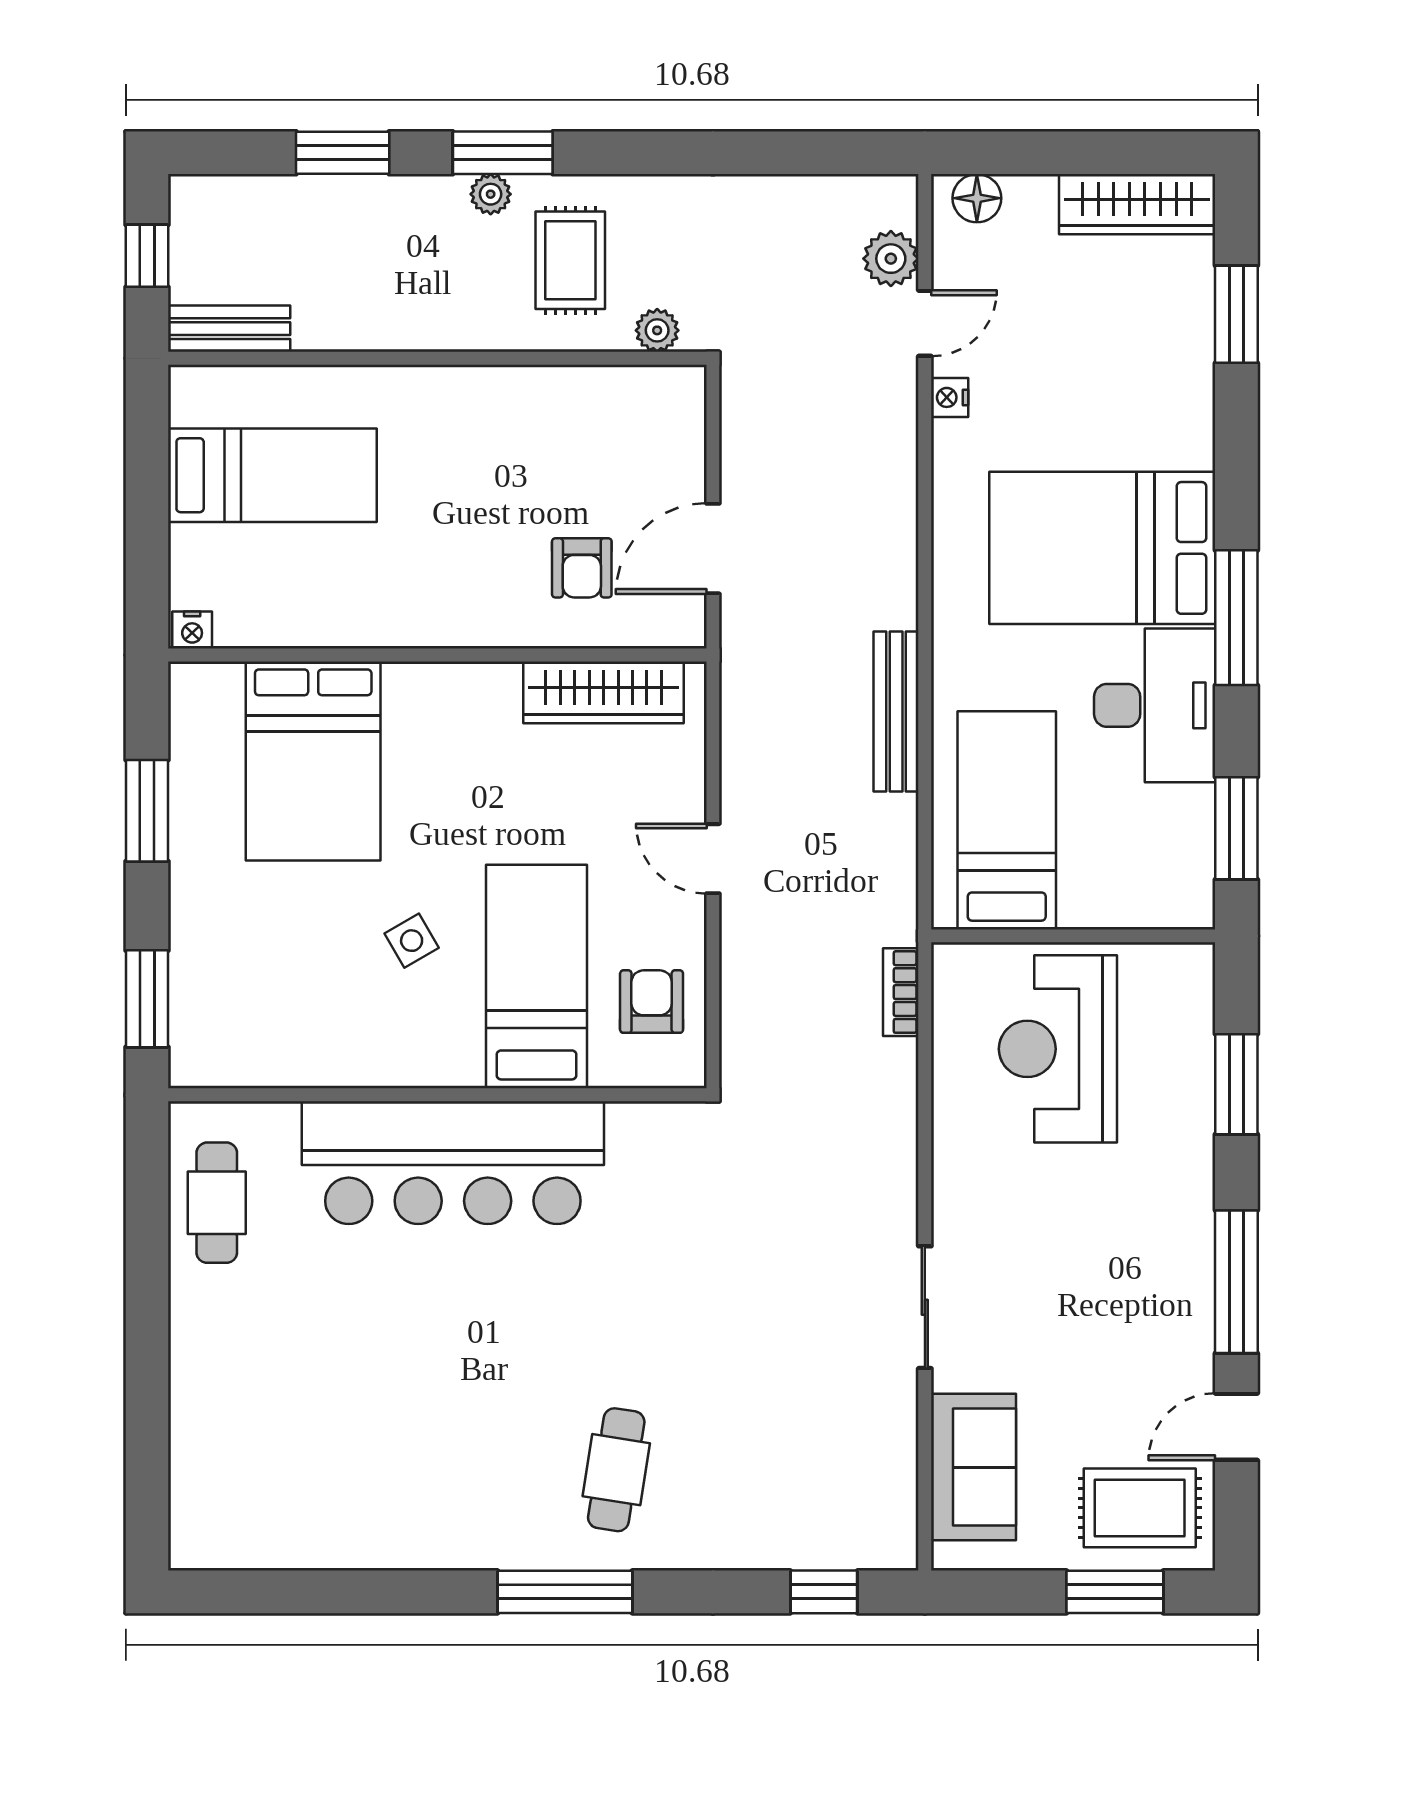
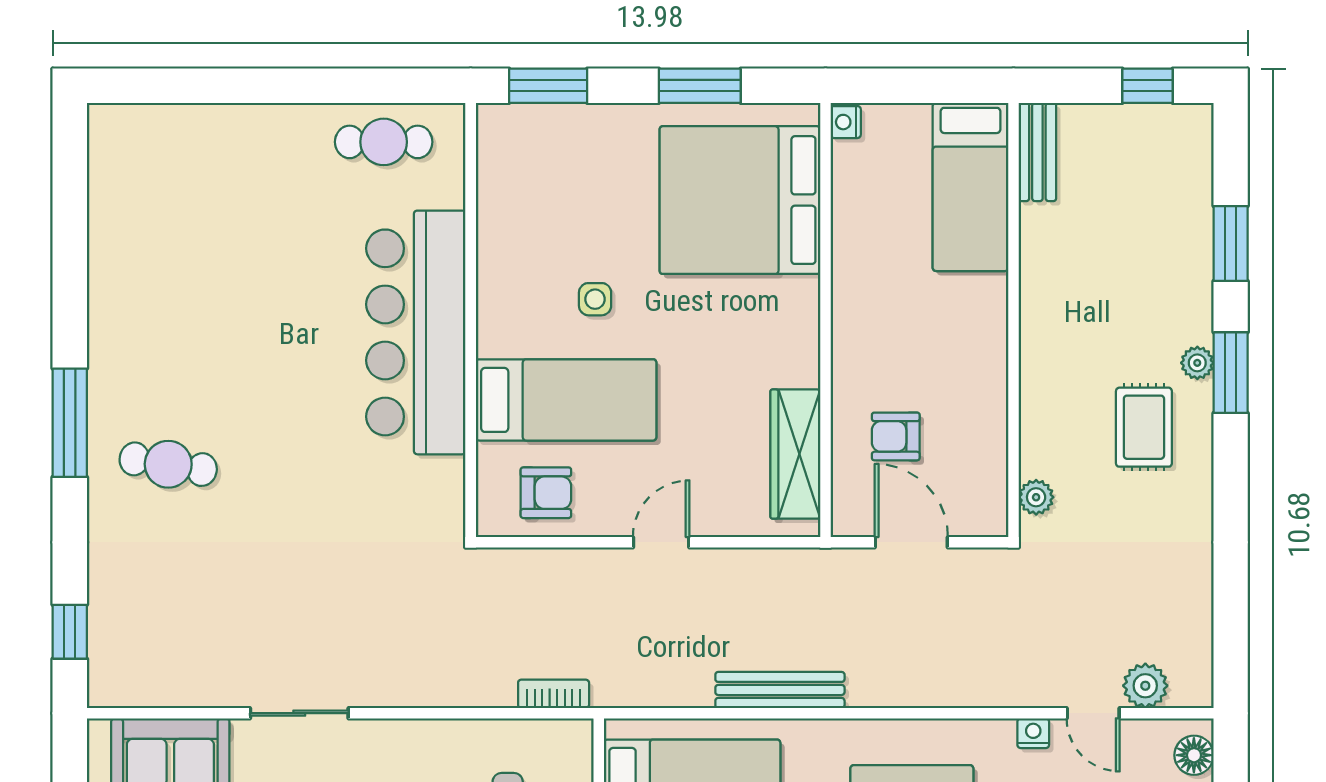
rug: (570, 260) -> (1144, 427), turned 90
bench: (229, 329) -> (1037, 152), moved
plant: (657, 330) -> (1036, 497), moved
wall: (437, 358) -> (1013, 320), moved
bed: (313, 761) -> (740, 200), width x1.36
side table: (412, 941) -> (595, 299), turned 30

